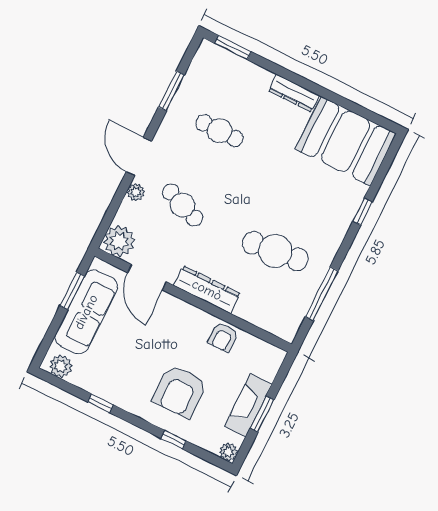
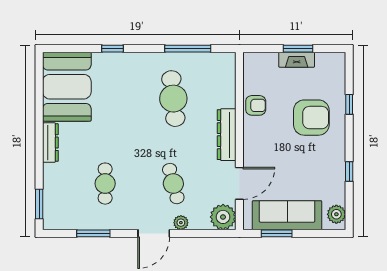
cafe table: (183, 205) -> (173, 184), turned -36
fireplace: (248, 405) -> (297, 60), width x0.73, depth x0.76
plant: (228, 452) -> (338, 60), removed

